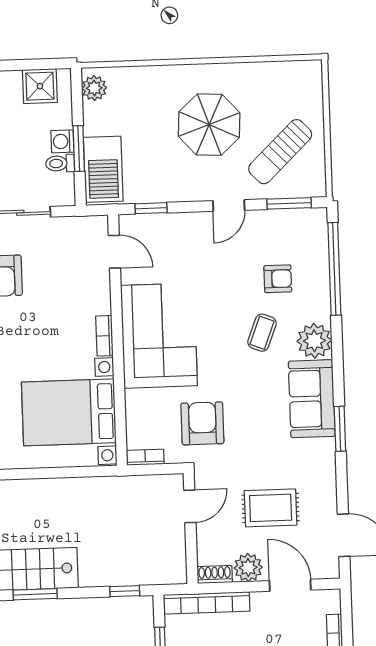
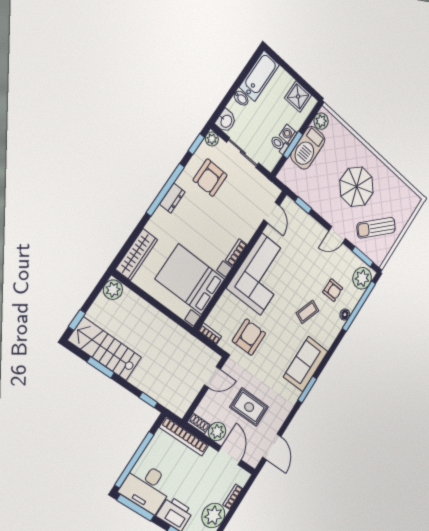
barbecue: (103, 169) -> (308, 148), moved
floor lamp: (321, 295) -> (345, 315), added
plant: (314, 341) -> (362, 278), moved

